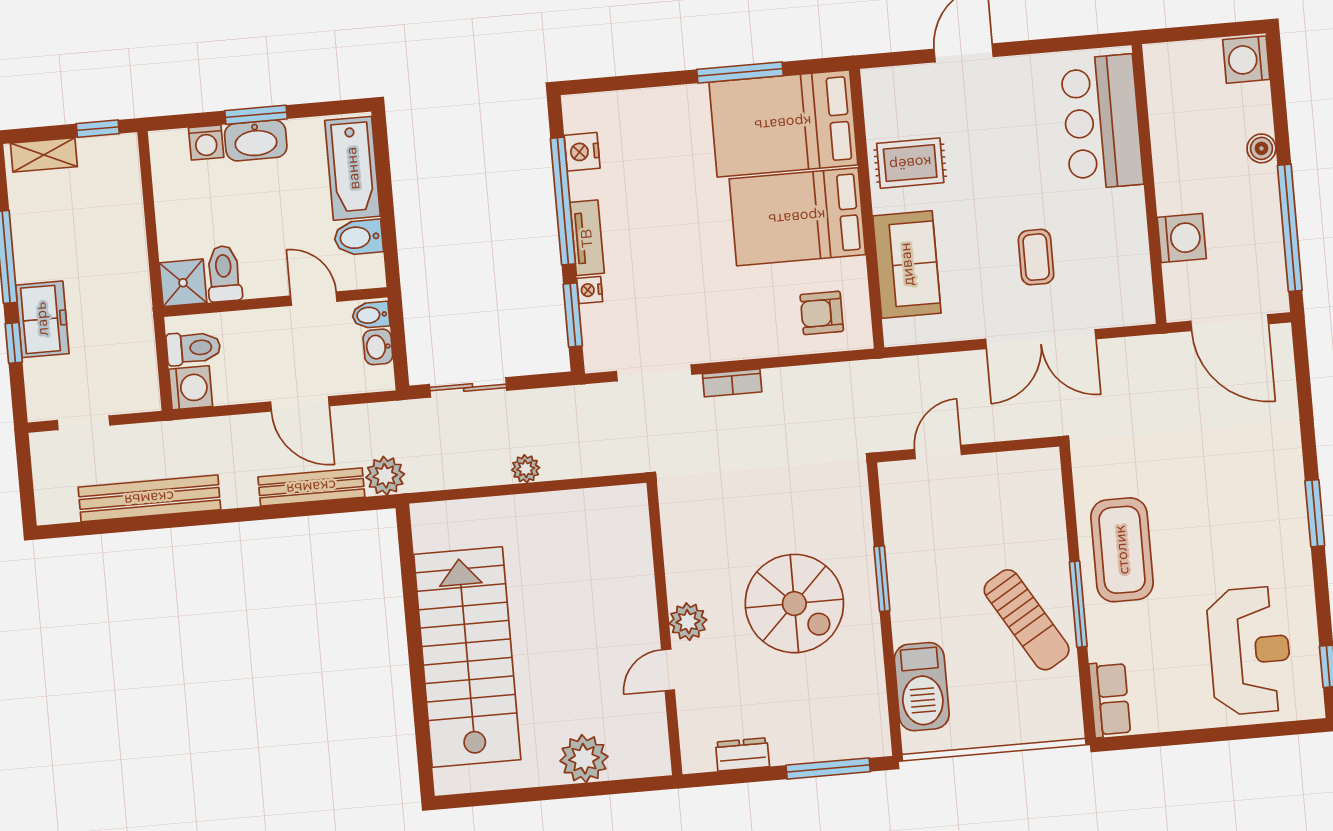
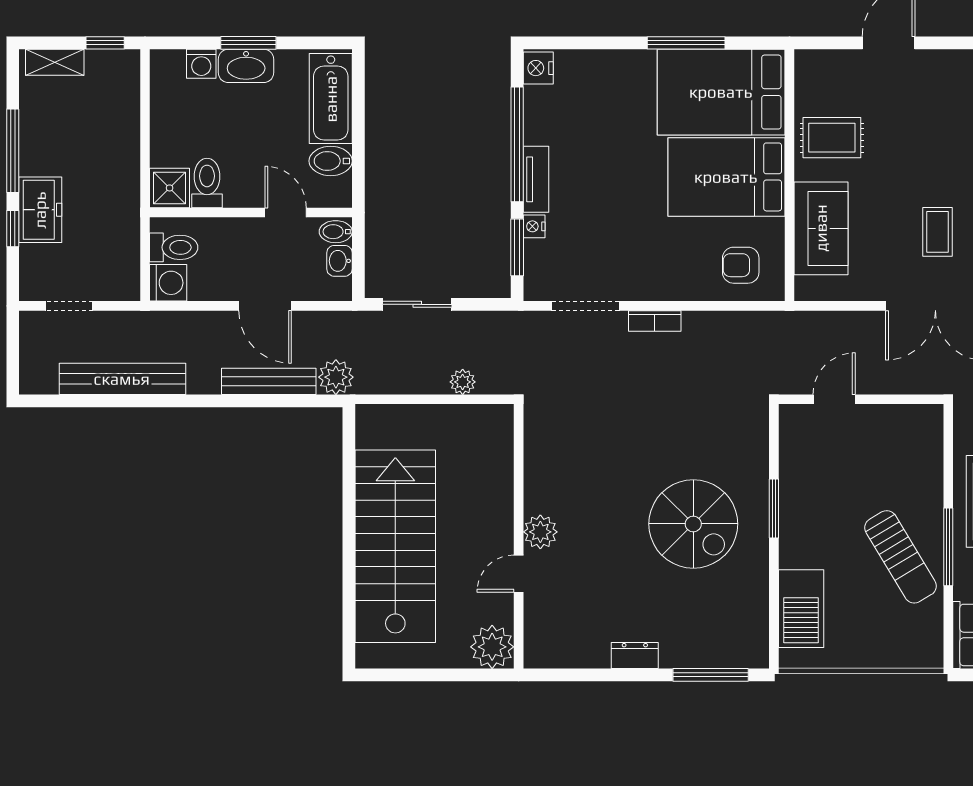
nightstand: (582, 152) -> (538, 68), moved
plant: (688, 622) -> (540, 532), moved
wall: (664, 629) -> (519, 536), moved
door: (668, 670) -> (519, 574), moved

